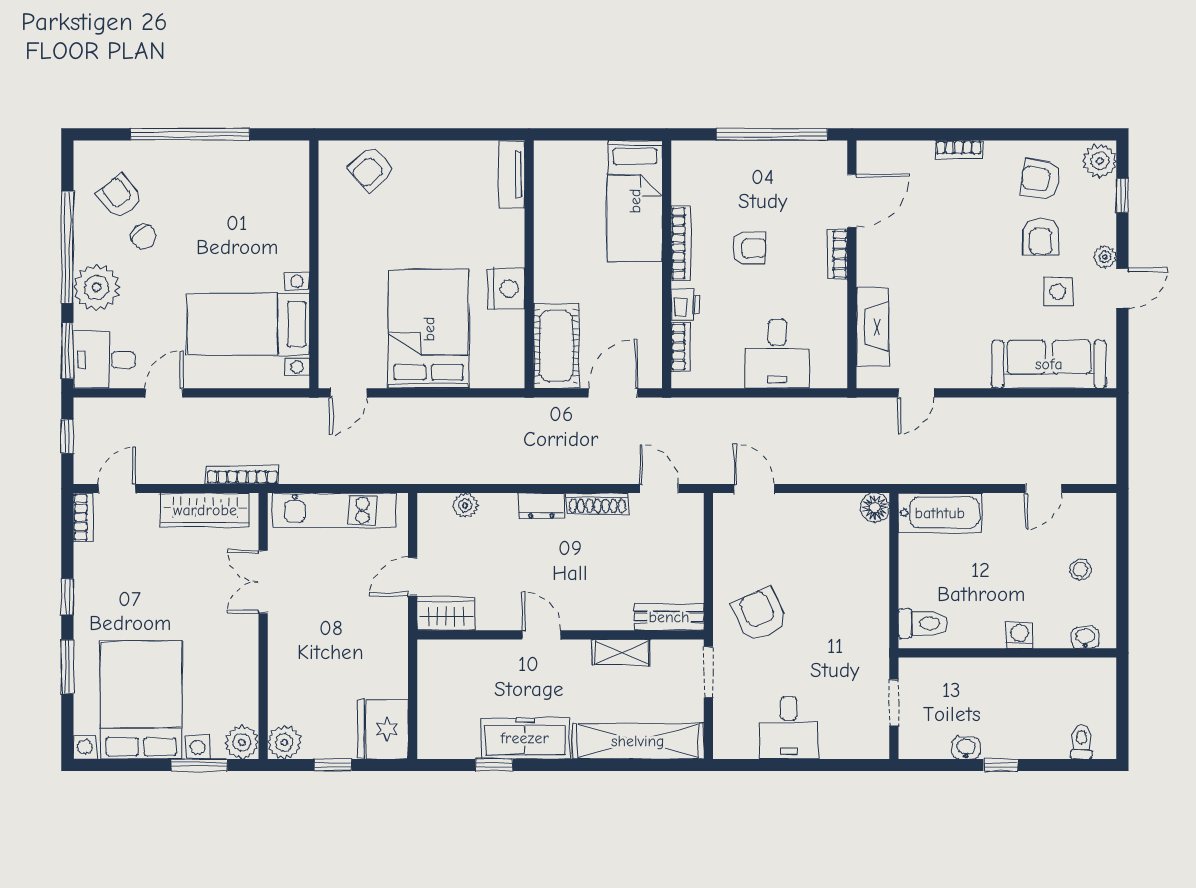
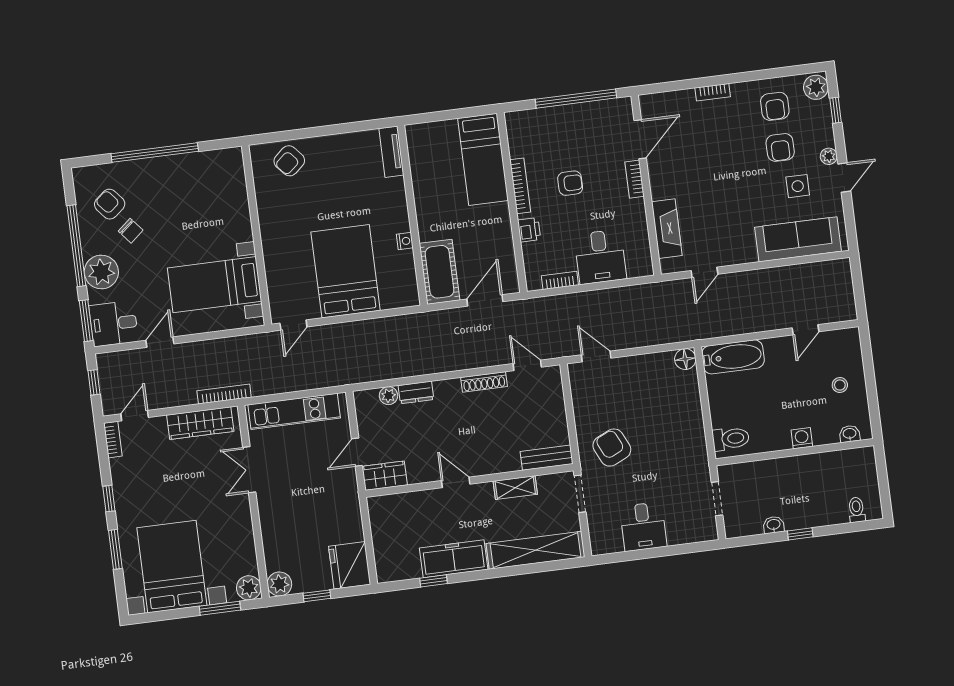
armchair: (1041, 180) -> (775, 106), turned -99
nightstand: (506, 289) -> (405, 241), width x0.53, depth x0.56
bookcase: (681, 347) -> (560, 280), moved, turned -90
dresser: (541, 506) -> (416, 392), moved

